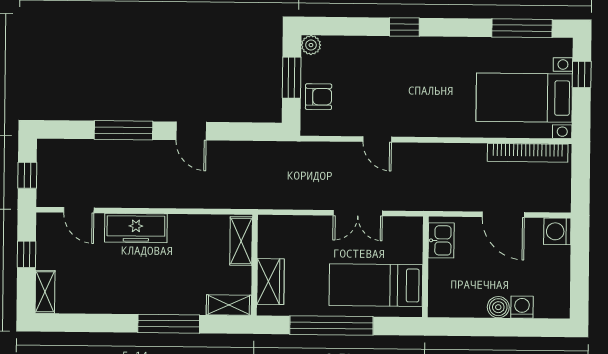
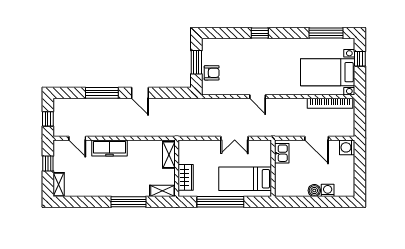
plant: (311, 45) -> (207, 44), removed
door: (377, 139) -> (258, 97), moved

